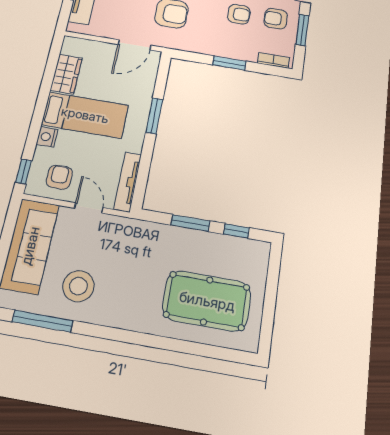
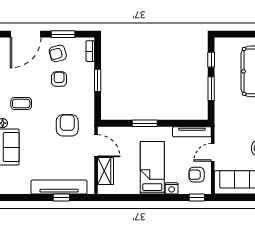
armchair: (276, 19) -> (58, 53), turned 75
wardrobe: (66, 74) -> (105, 171), moved, turned 90

